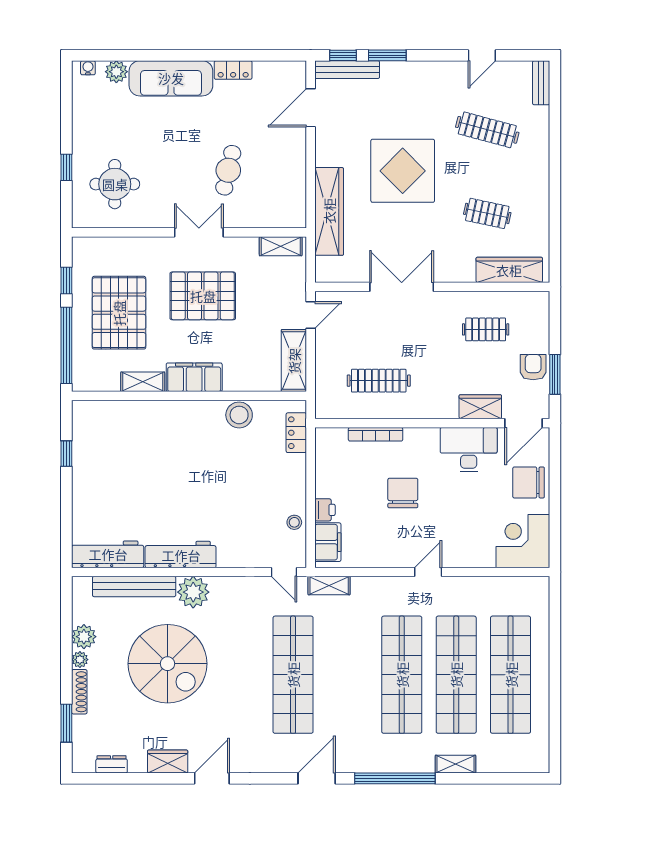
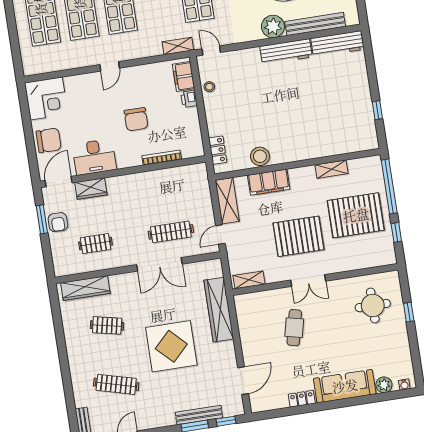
bench: (347, 70) -> (199, 415), moved
pallet: (119, 313) -> (356, 215), turned 90
filing cabinet: (194, 377) -> (269, 182), moved
clothes rail: (379, 381) -> (171, 232), moved

